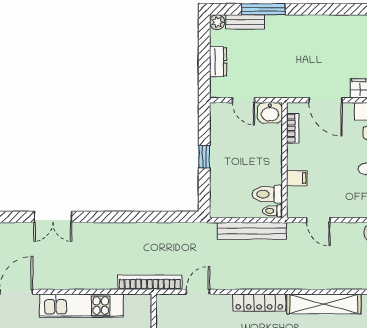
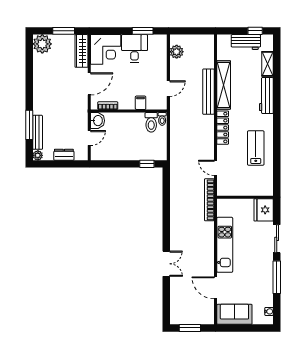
bench: (245, 22) -> (38, 132), width x1.36
window: (204, 157) -> (147, 164), moved
bench: (252, 231) -> (208, 92), moved

